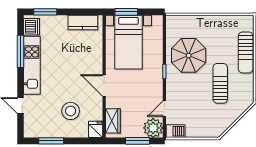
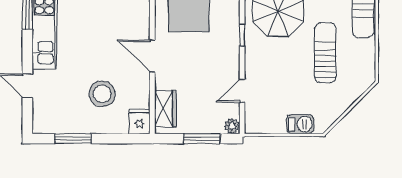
plant: (153, 128) -> (232, 126), width x0.53, depth x0.53
barbecue: (176, 131) -> (300, 124), moved

